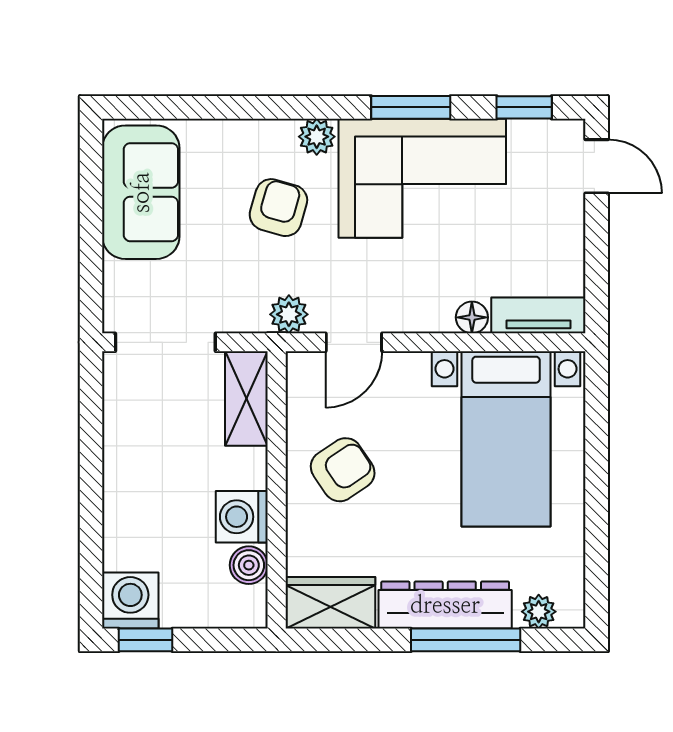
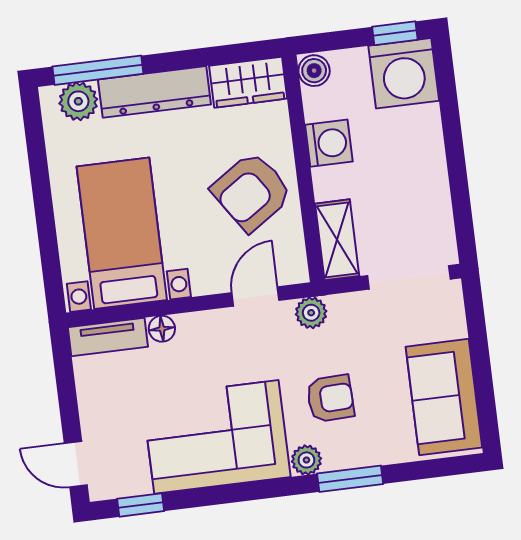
window: (411, 107) -> (350, 479), moved
armchair: (278, 208) -> (330, 398), turned -108
armchair: (343, 470) -> (252, 192), width x1.38, depth x1.38
boiler: (249, 565) -> (314, 71), moved
washing machine: (130, 601) -> (404, 73), width x1.37, depth x1.37
plant: (539, 612) -> (78, 101), width x1.38, depth x1.38
window: (466, 640) -> (98, 70), moved

